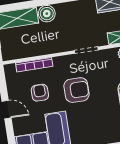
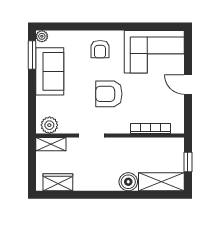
armchair: (40, 93) -> (100, 49), moved

